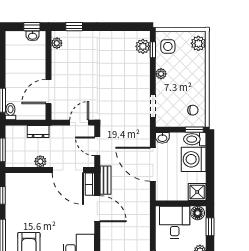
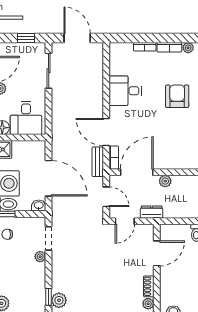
side table: (168, 46) -> (33, 300), removed
shoe rack: (56, 60) -> (149, 286), added
plant: (161, 74) -> (40, 257), moved
dresser: (38, 132) -> (152, 212), moved
door: (68, 170) -> (137, 172), hinge flipped

